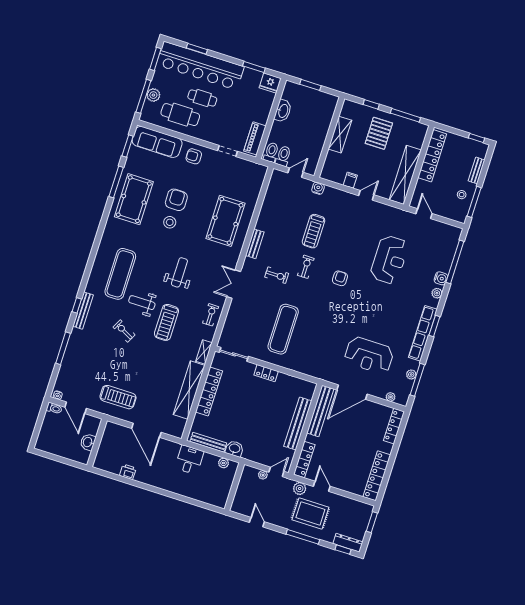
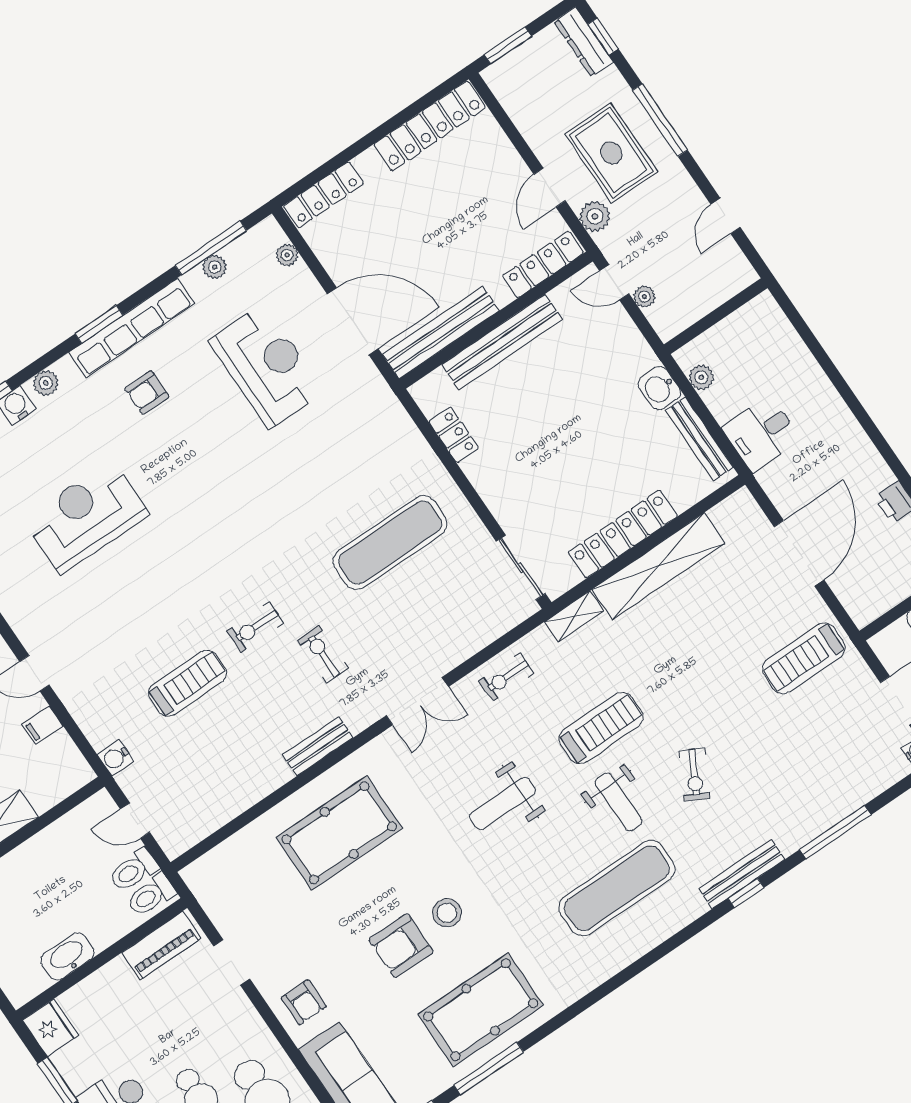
armchair: (340, 278) -> (147, 393), moved
locker: (266, 373) -> (454, 435), moved
treadmill: (118, 397) -> (804, 658), turned -90

